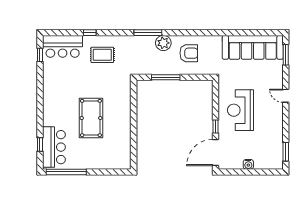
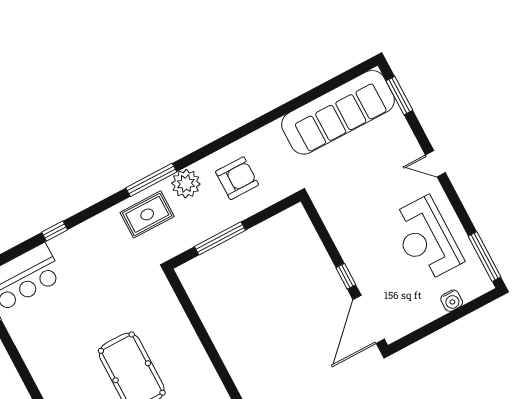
rug: (102, 55) -> (147, 214), moved
reception desk: (240, 110) -> (426, 239), moved
window: (286, 152) -> (485, 257), width x1.44
water cooler: (248, 164) -> (452, 301), moved

